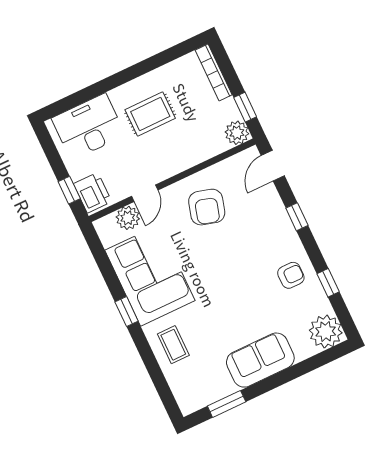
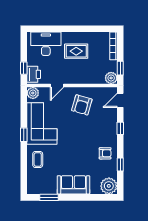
plant: (128, 218) -> (33, 93), moved

